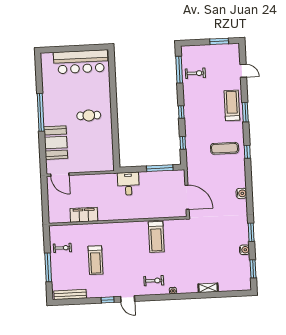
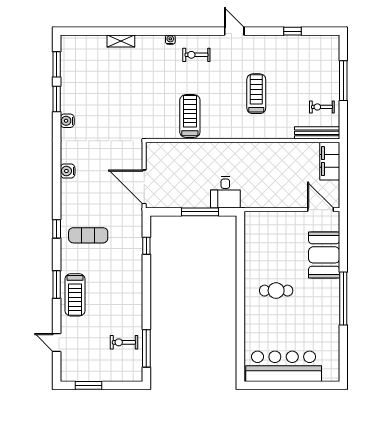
window: (181, 112) -> (146, 289), removed
window: (160, 168) -> (200, 212), moved
door: (187, 197) -> (144, 187), moved
filing cabinet: (84, 215) -> (330, 161), moved, turned 90
window: (251, 232) -> (57, 99), moved
water cooler: (245, 250) -> (67, 121), moved
treadmill: (96, 260) -> (256, 94), moved
bench: (70, 295) -> (317, 133), moved
window: (108, 300) -> (293, 31), moved

